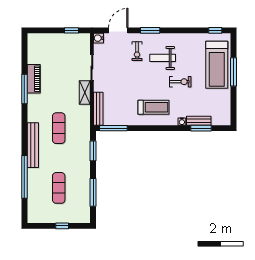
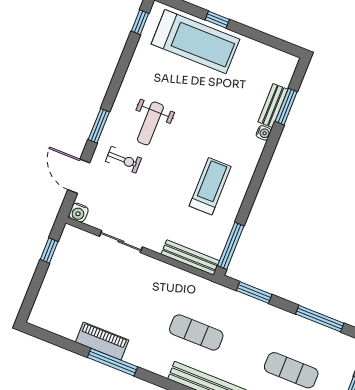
window: (233, 72) -> (217, 20), width x0.46
exercise bike: (180, 82) -> (199, 110), removed
shelving: (85, 93) -> (156, 269), removed
treadmill: (153, 107) -> (210, 186), moved

